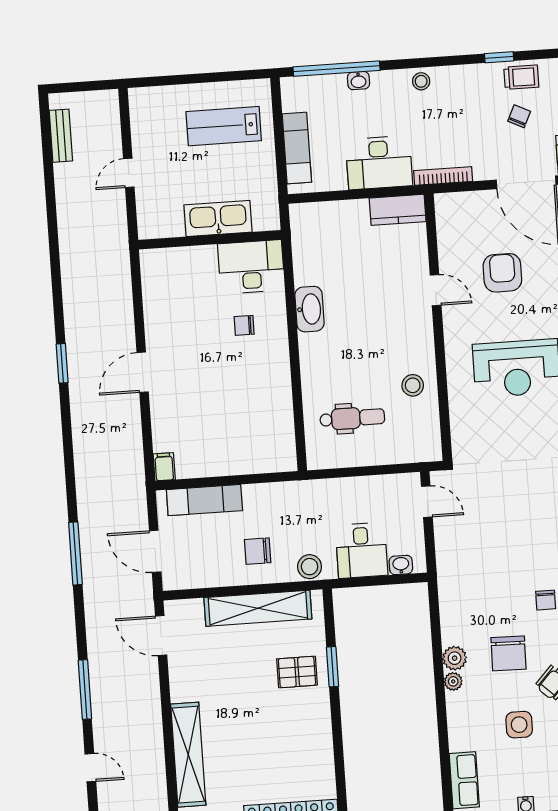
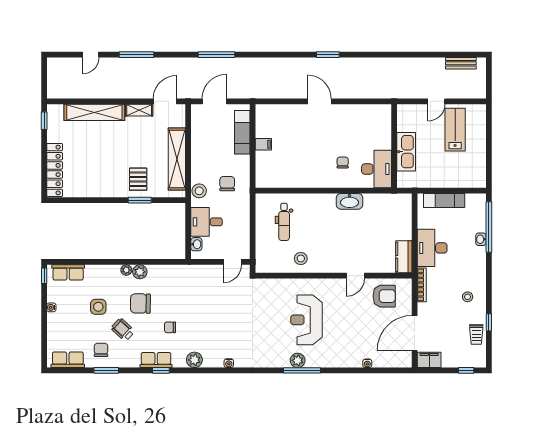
stool: (421, 81) -> (468, 297), moved
chair: (519, 116) -> (453, 332), removed
lab bench: (224, 126) -> (455, 130), moved
door: (129, 173) -> (436, 101), swing flipped
armchair: (502, 273) -> (384, 296), moved
filing cabinet: (164, 467) -> (263, 144), moved
chair: (258, 551) -> (227, 184), moved
shelving: (179, 679) -> (139, 110), added

